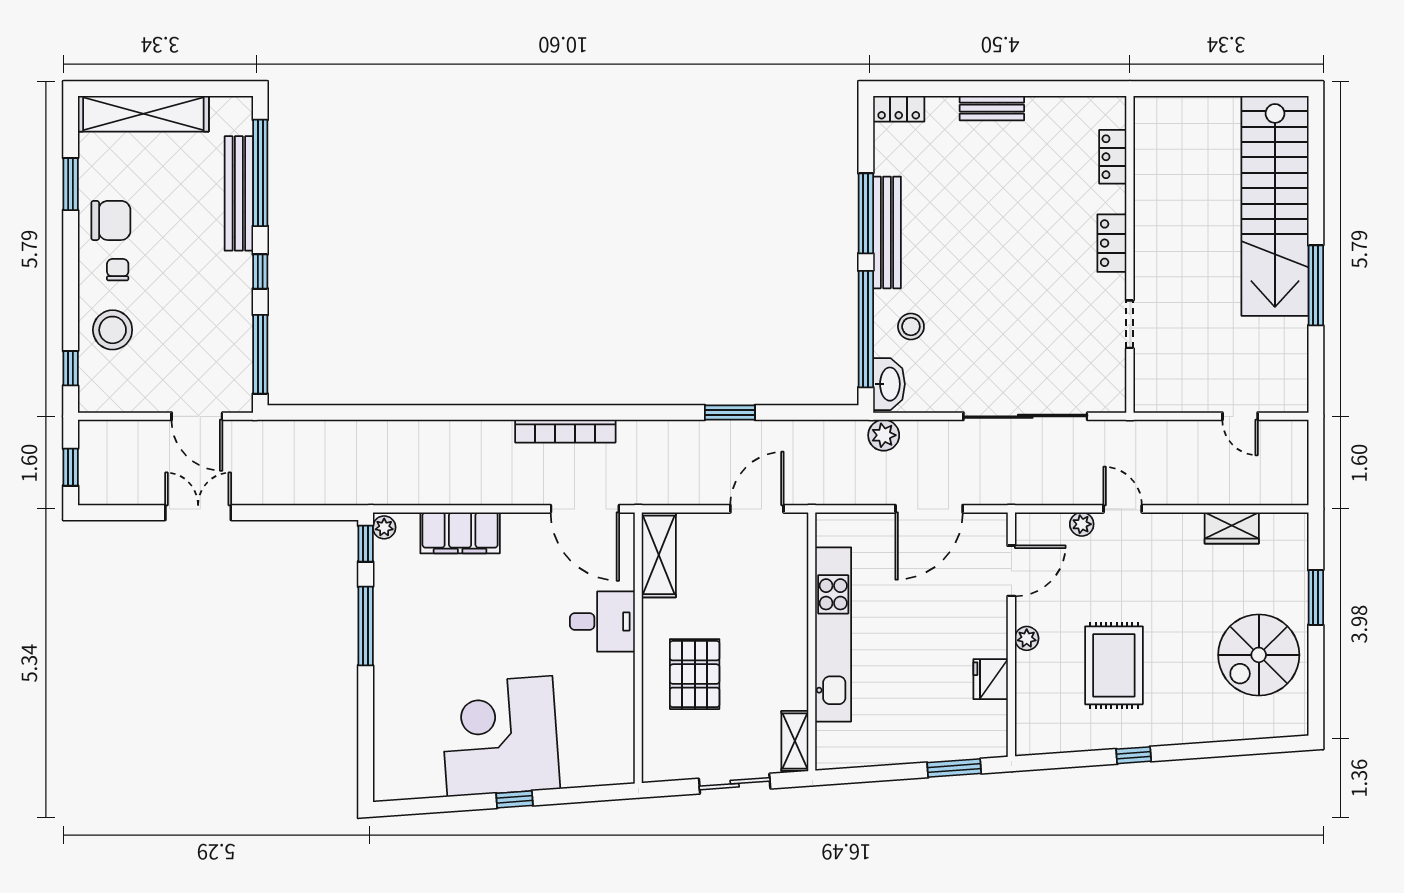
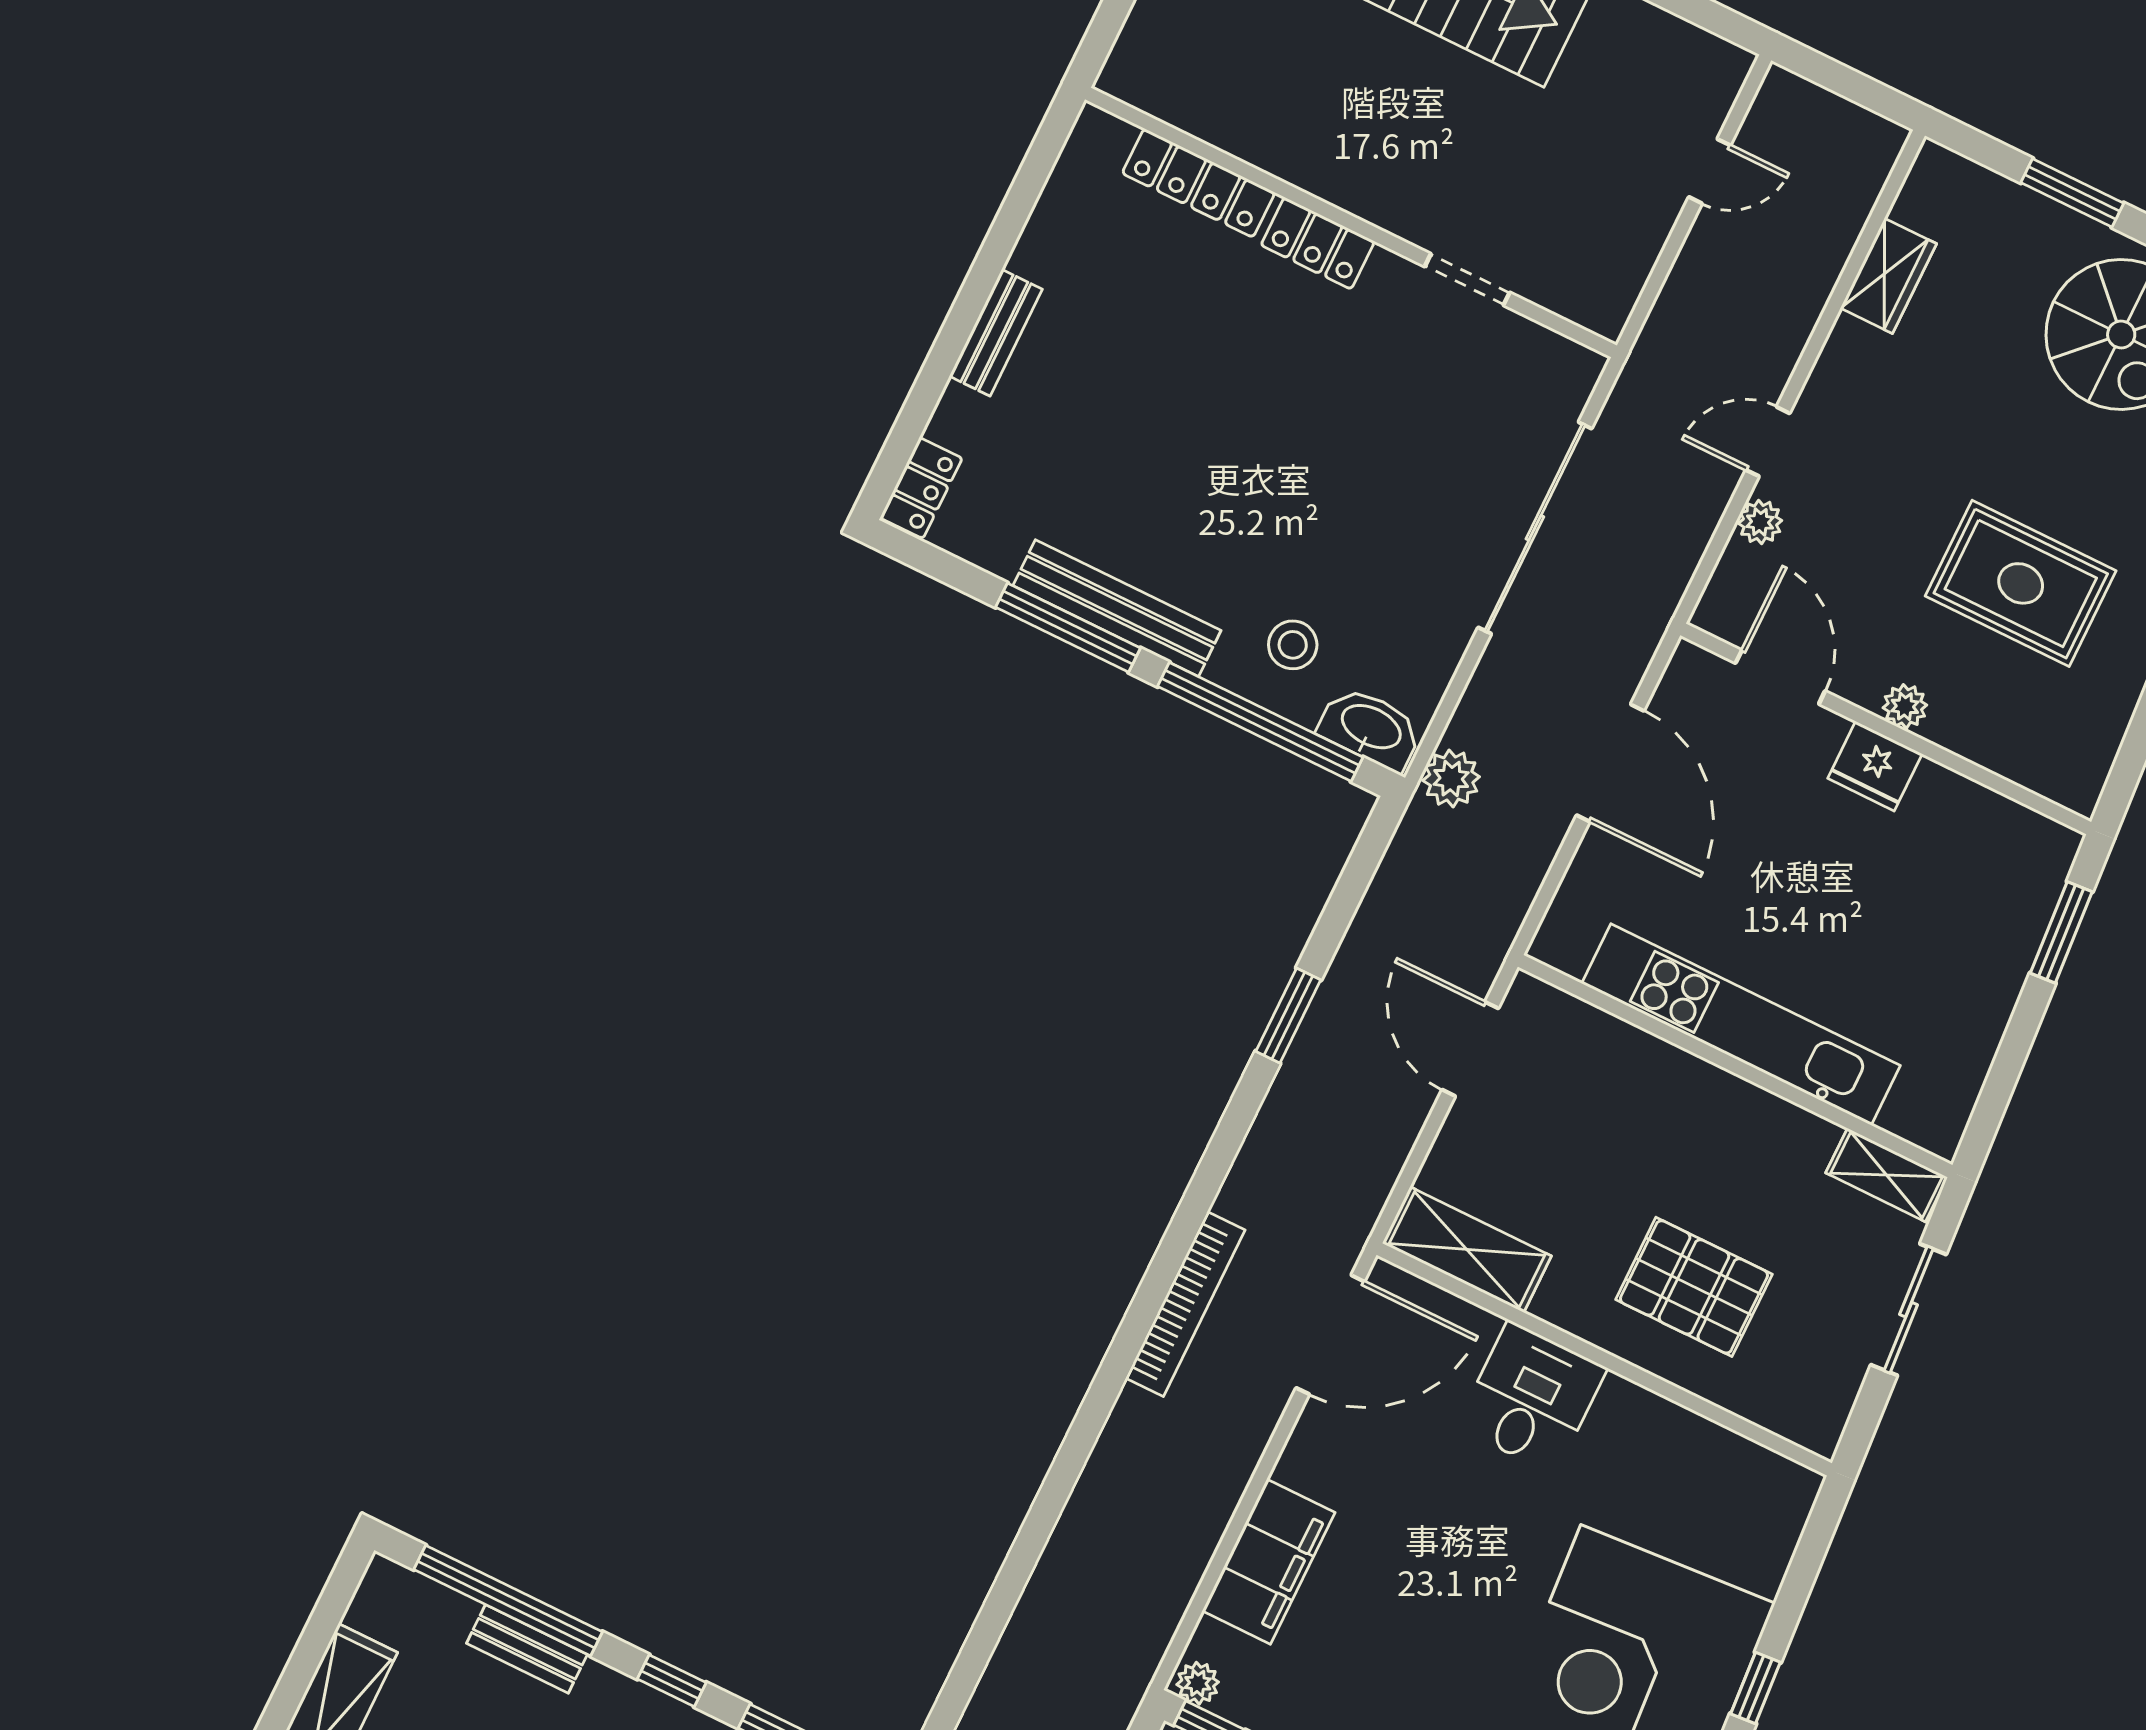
locker: (1113, 157) -> (1198, 183), width x1.53
bench: (239, 193) -> (527, 1649), width x0.54, depth x0.82
fridge: (991, 679) -> (1875, 766), moved

